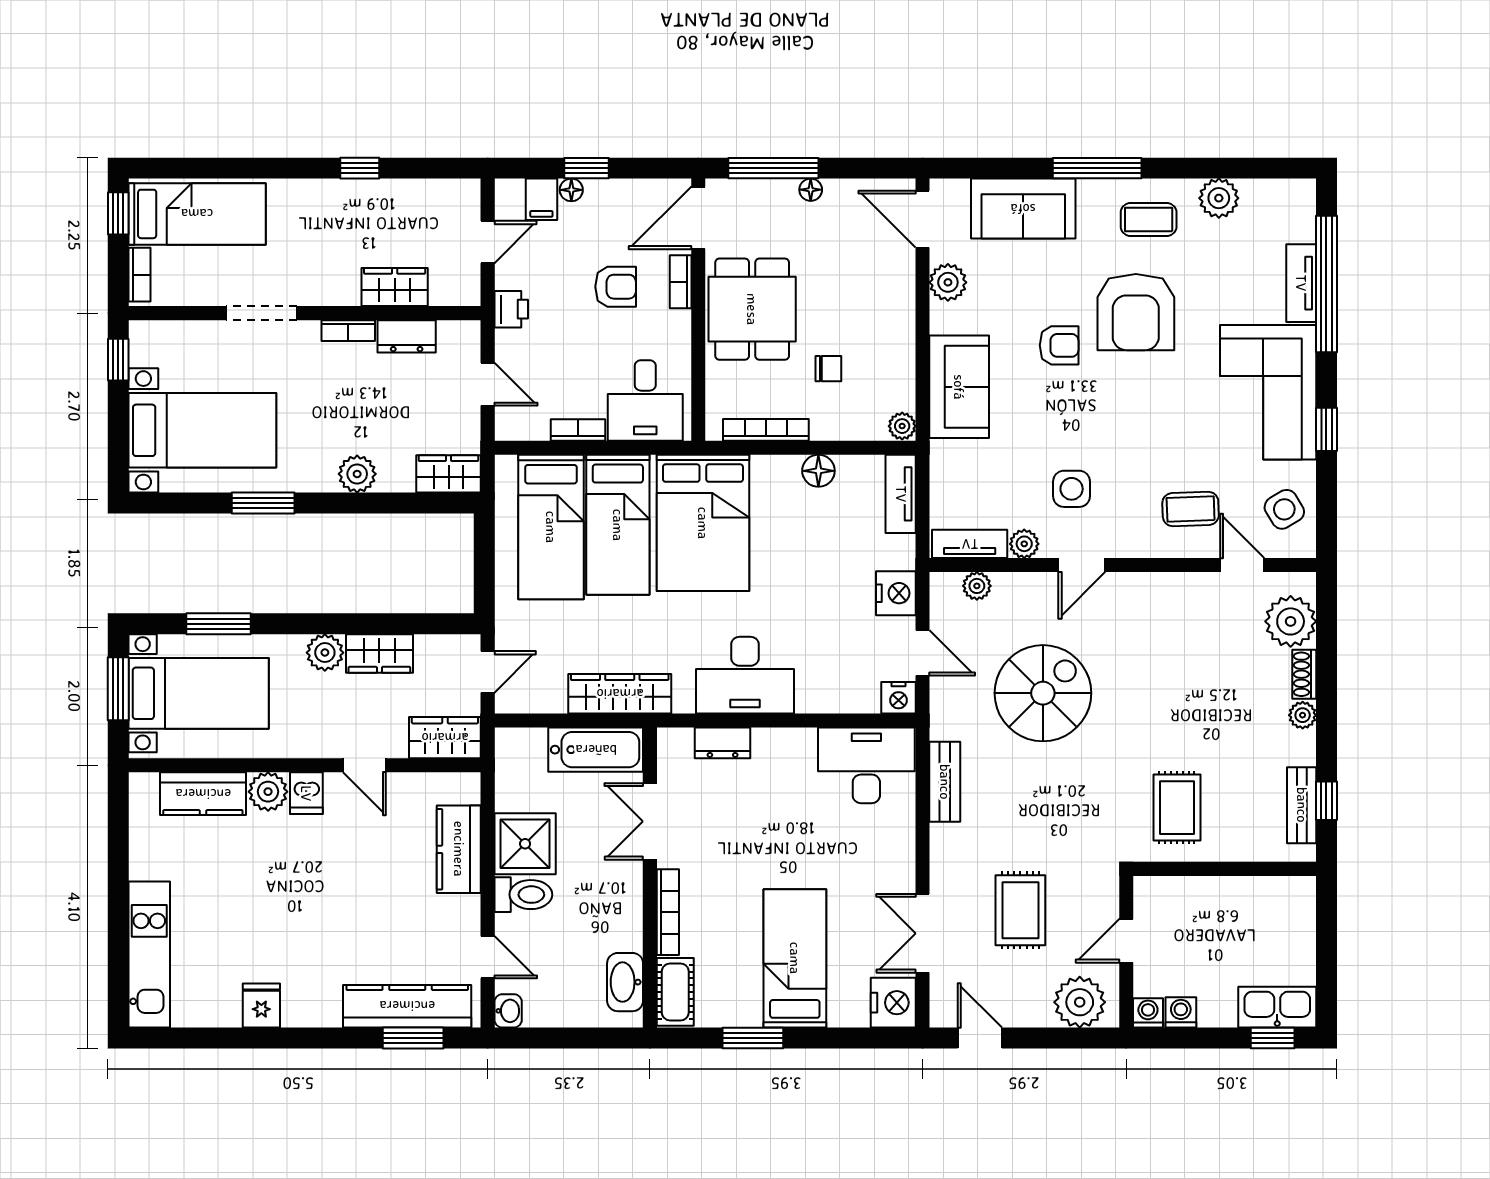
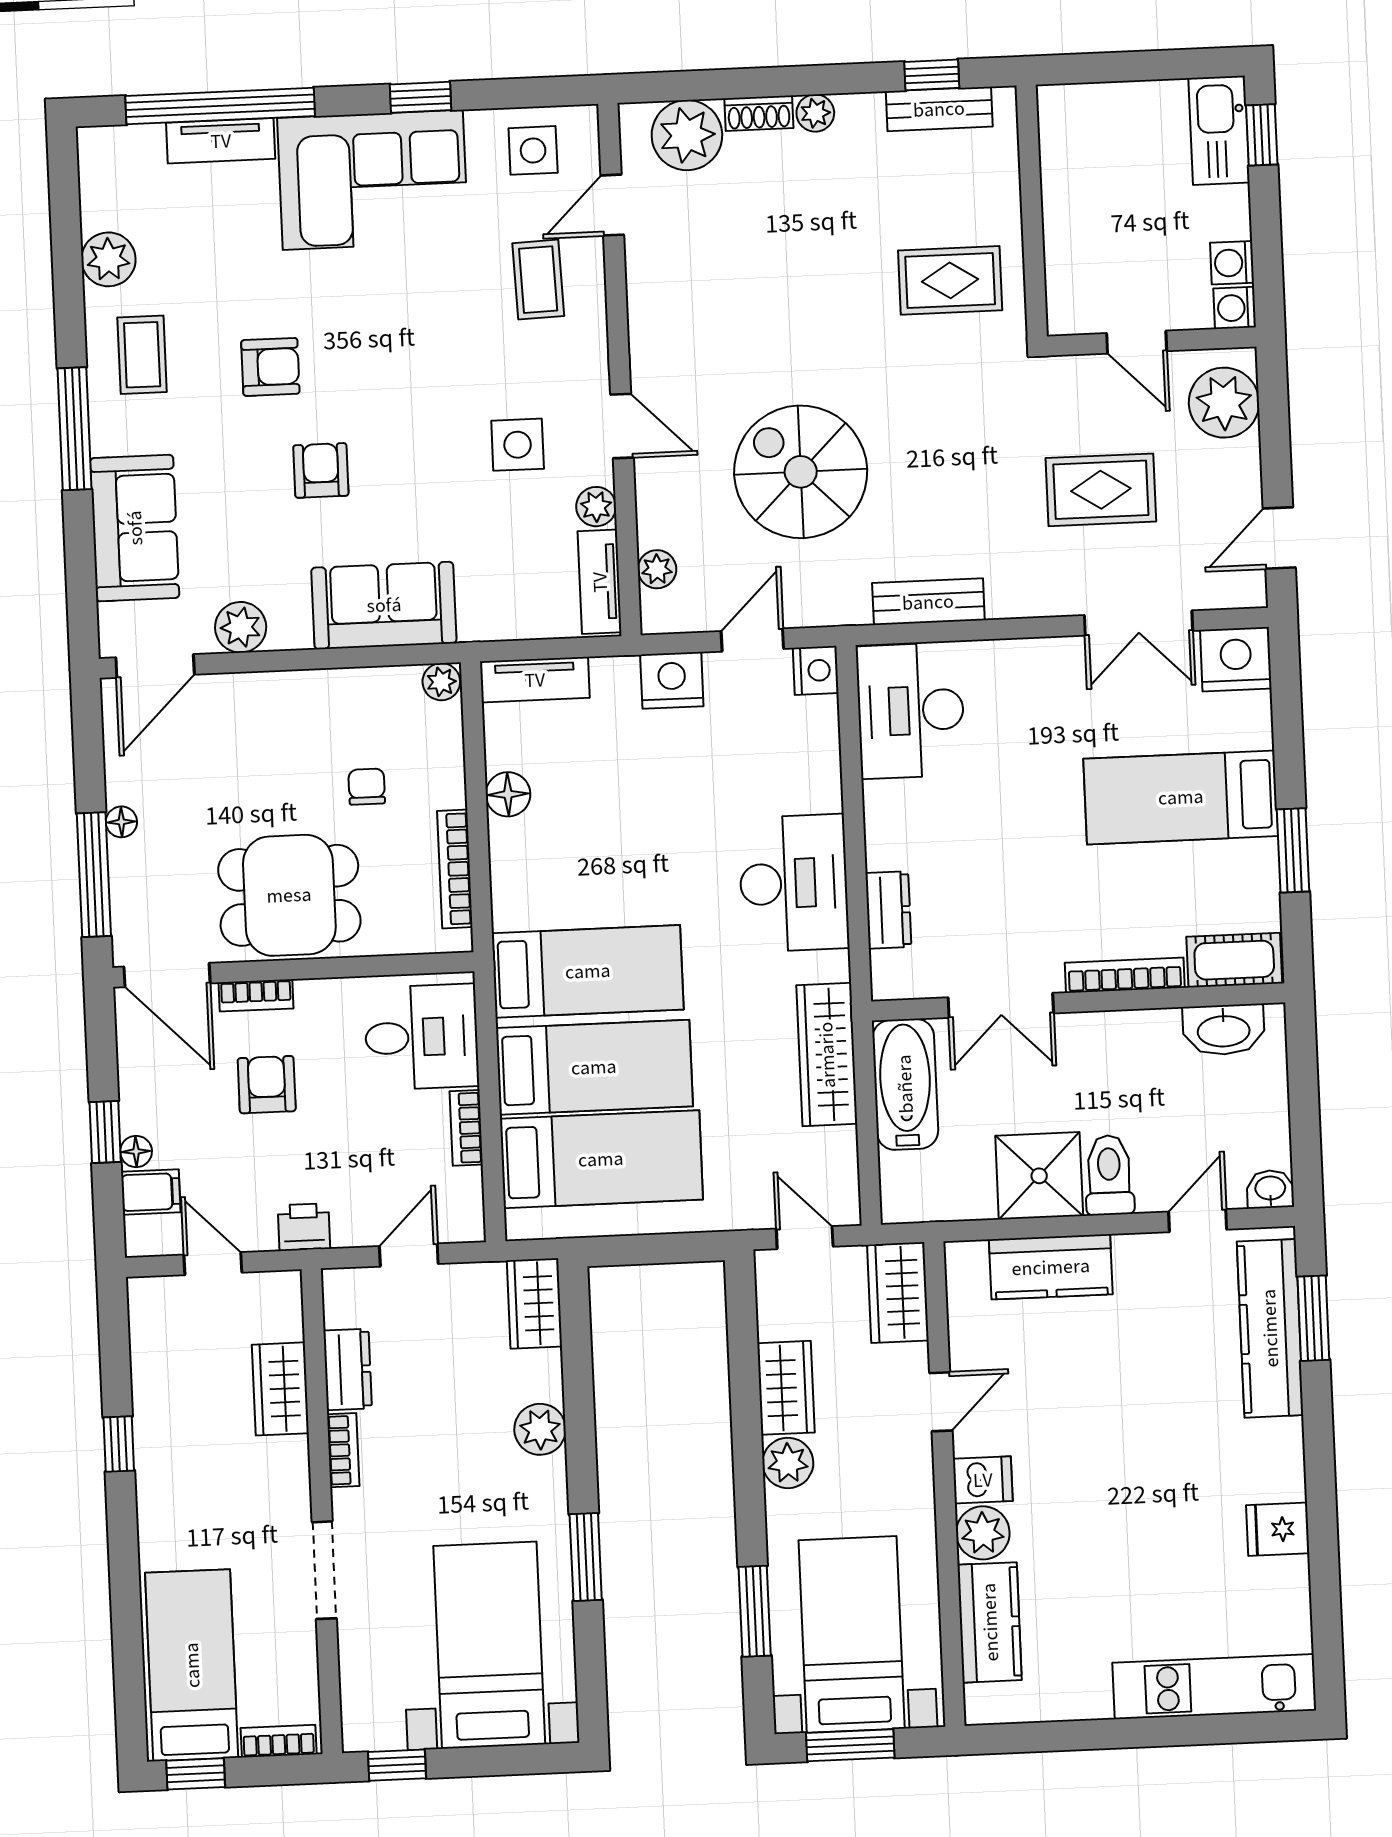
armchair: (1136, 312) -> (270, 367), width x0.53, depth x0.53
side table: (1284, 509) -> (533, 150), turned 31
bed: (703, 523) -> (588, 971), width x0.67

